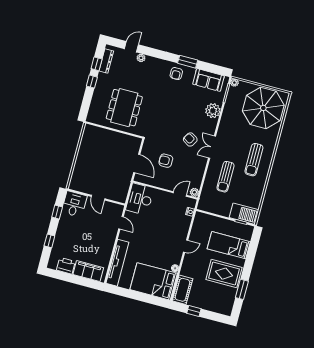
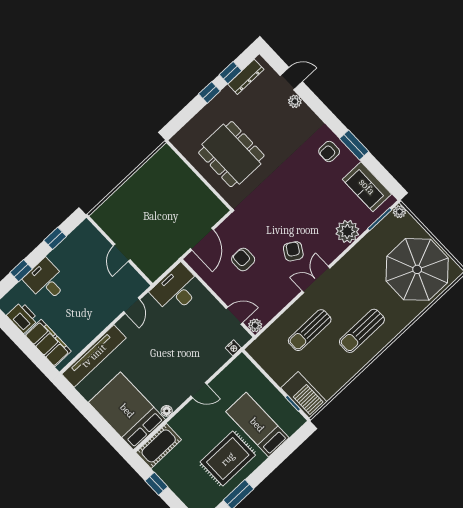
dining table: (124, 108) -> (231, 154), turned 90
desk: (74, 204) -> (46, 281), moved, turned -90
rug: (224, 274) -> (228, 459), turned 90

